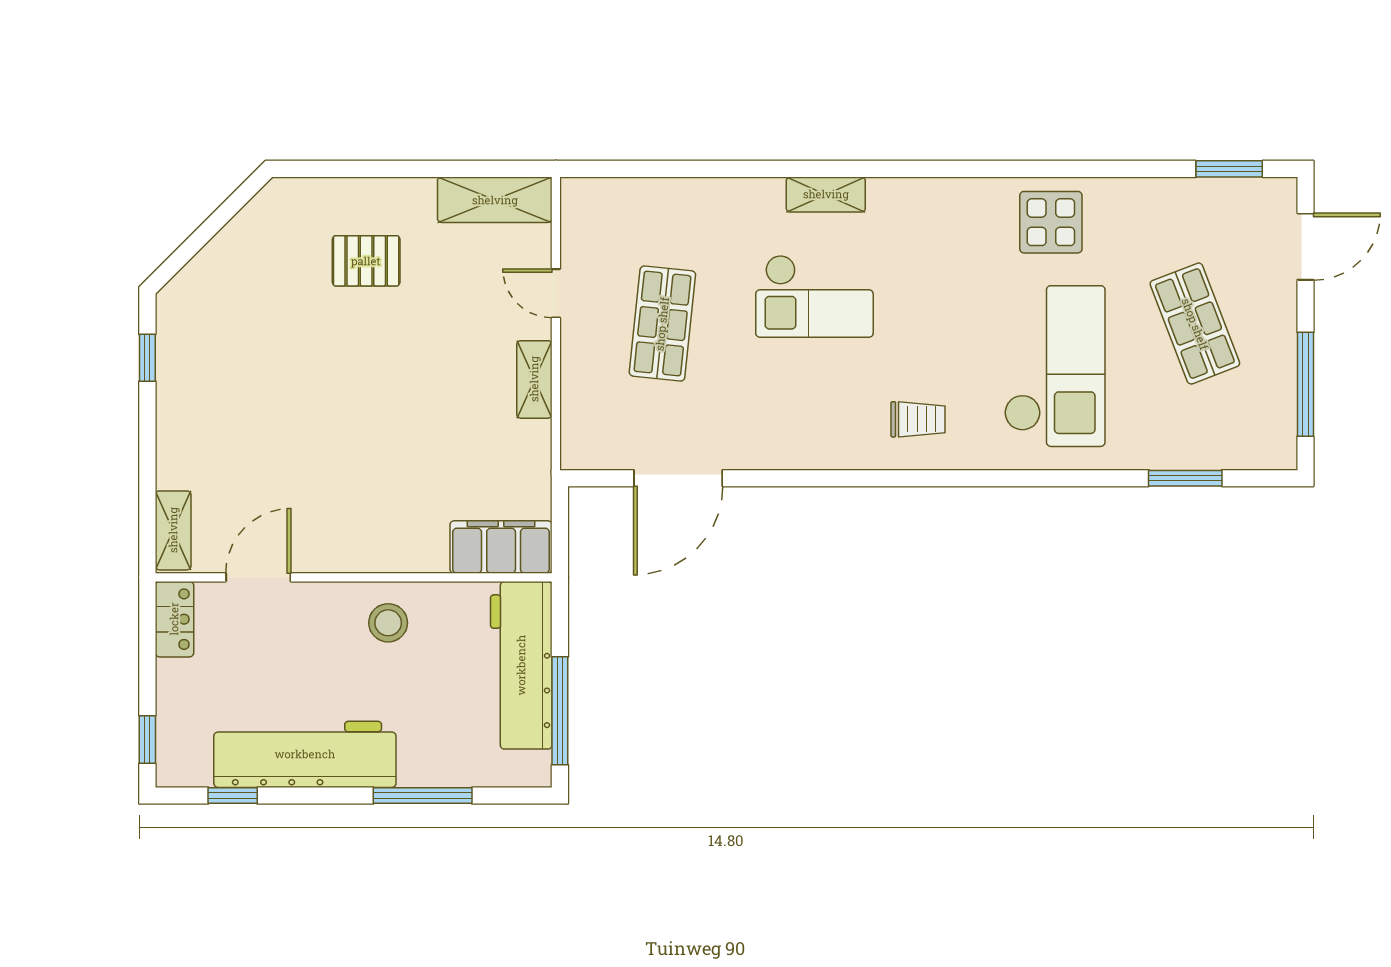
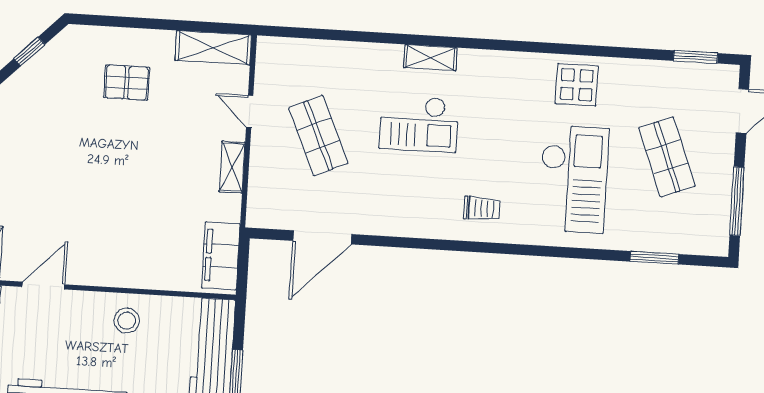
window: (215, 223) -> (29, 52), added
shop shelf: (662, 324) -> (318, 136), turned -30
filing cabinet: (501, 547) -> (221, 256), moved, turned -90

